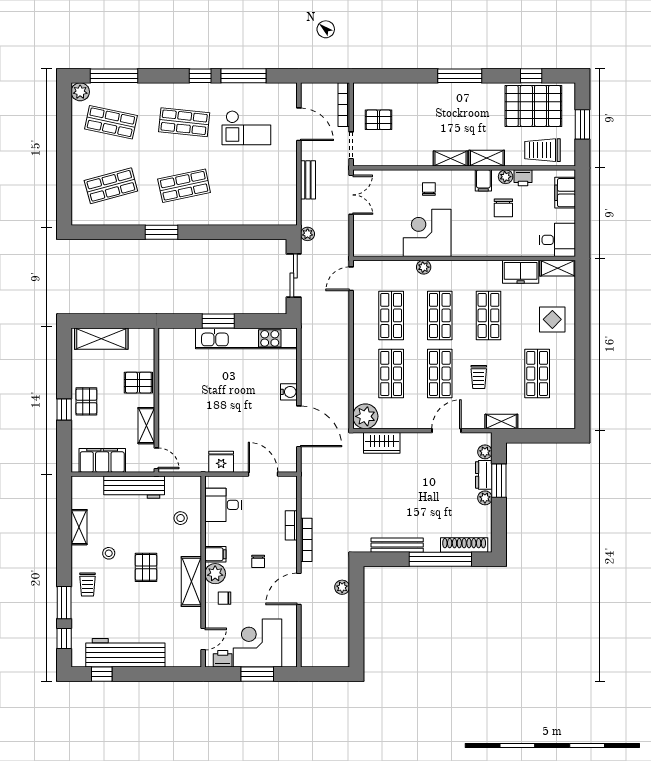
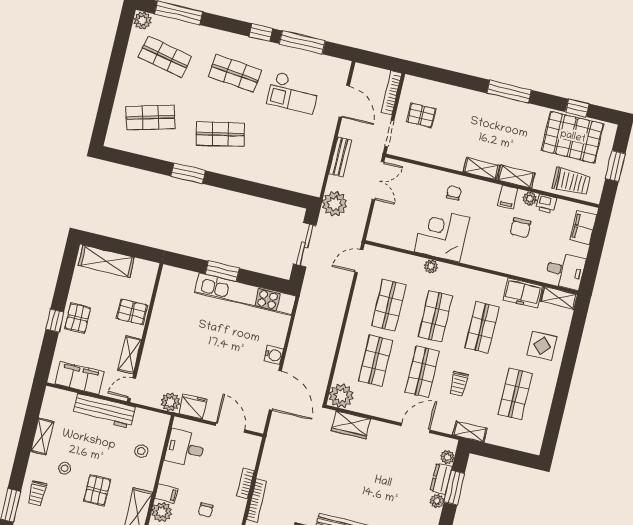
trolley: (542, 150) -> (571, 182), turned 180
plant: (308, 234) -> (335, 204), width x1.88, depth x1.88
door: (156, 458) -> (132, 388), swing flipped
plant: (198, 463) -> (170, 402), added

